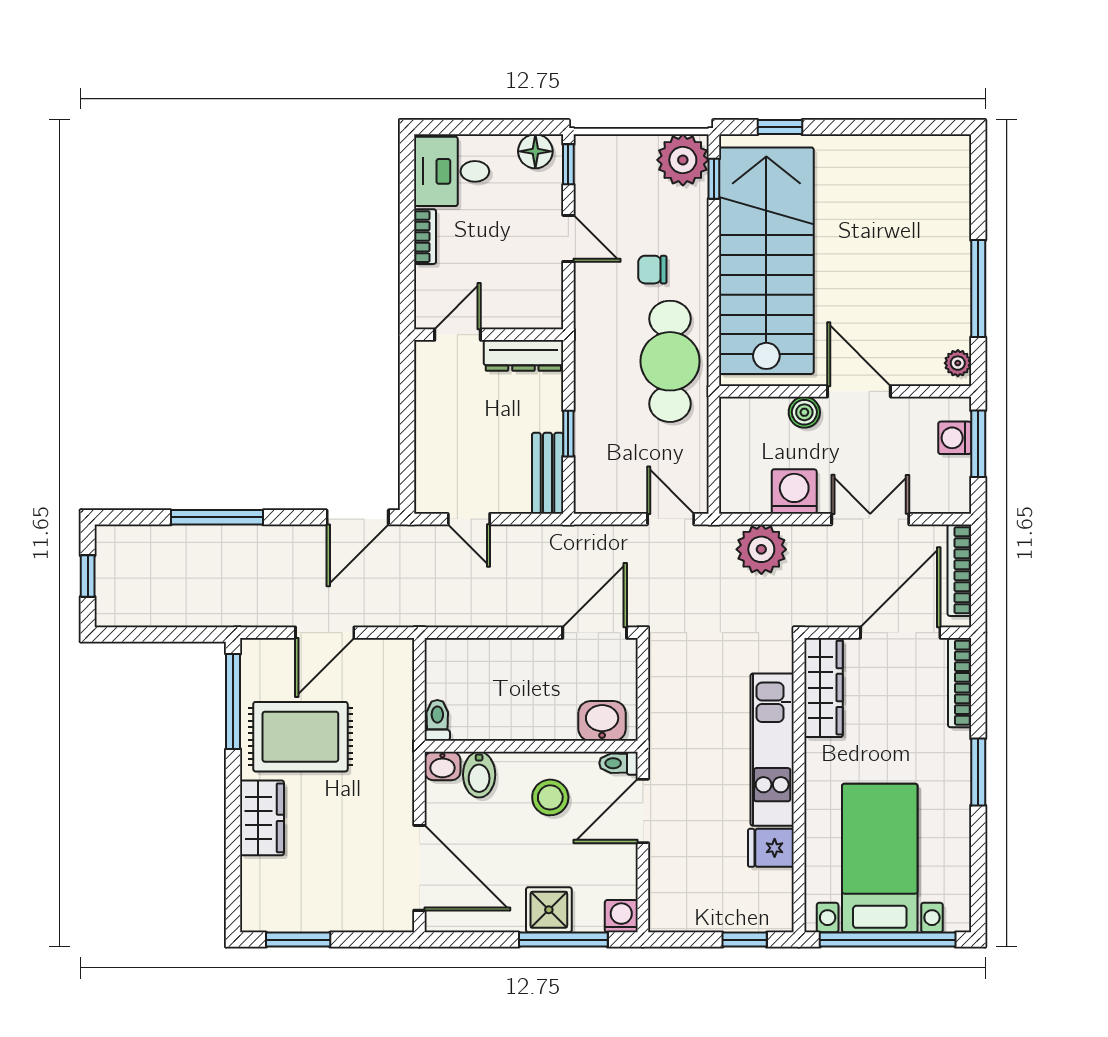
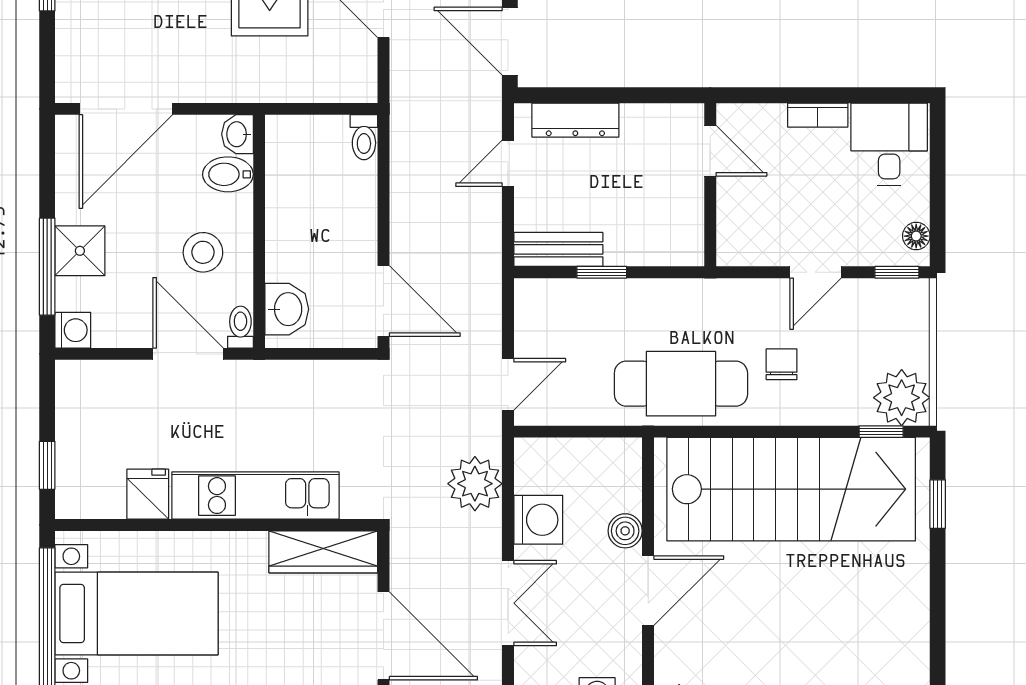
floor lamp: (535, 151) -> (916, 236), width x0.73, depth x0.73
dresser: (523, 355) -> (575, 120), moved, turned -90
toilet: (437, 720) -> (364, 137), moved, turned 90

